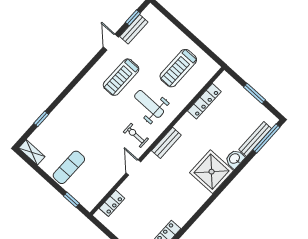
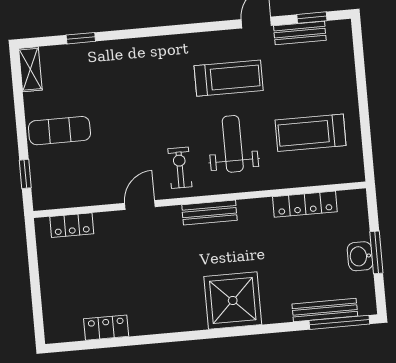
treadmill: (121, 77) -> (229, 78), turned 180
washbasin: (235, 159) -> (360, 256), moved, turned -90

